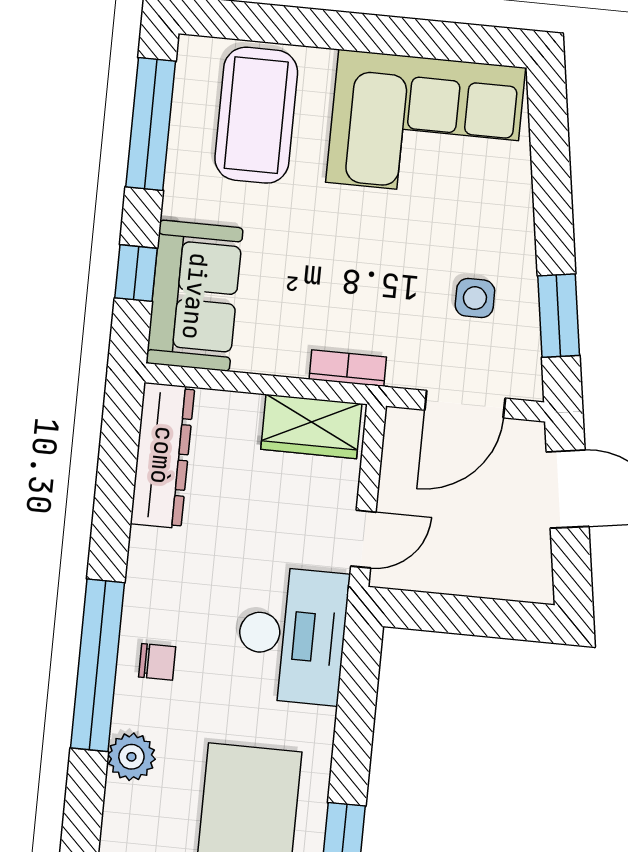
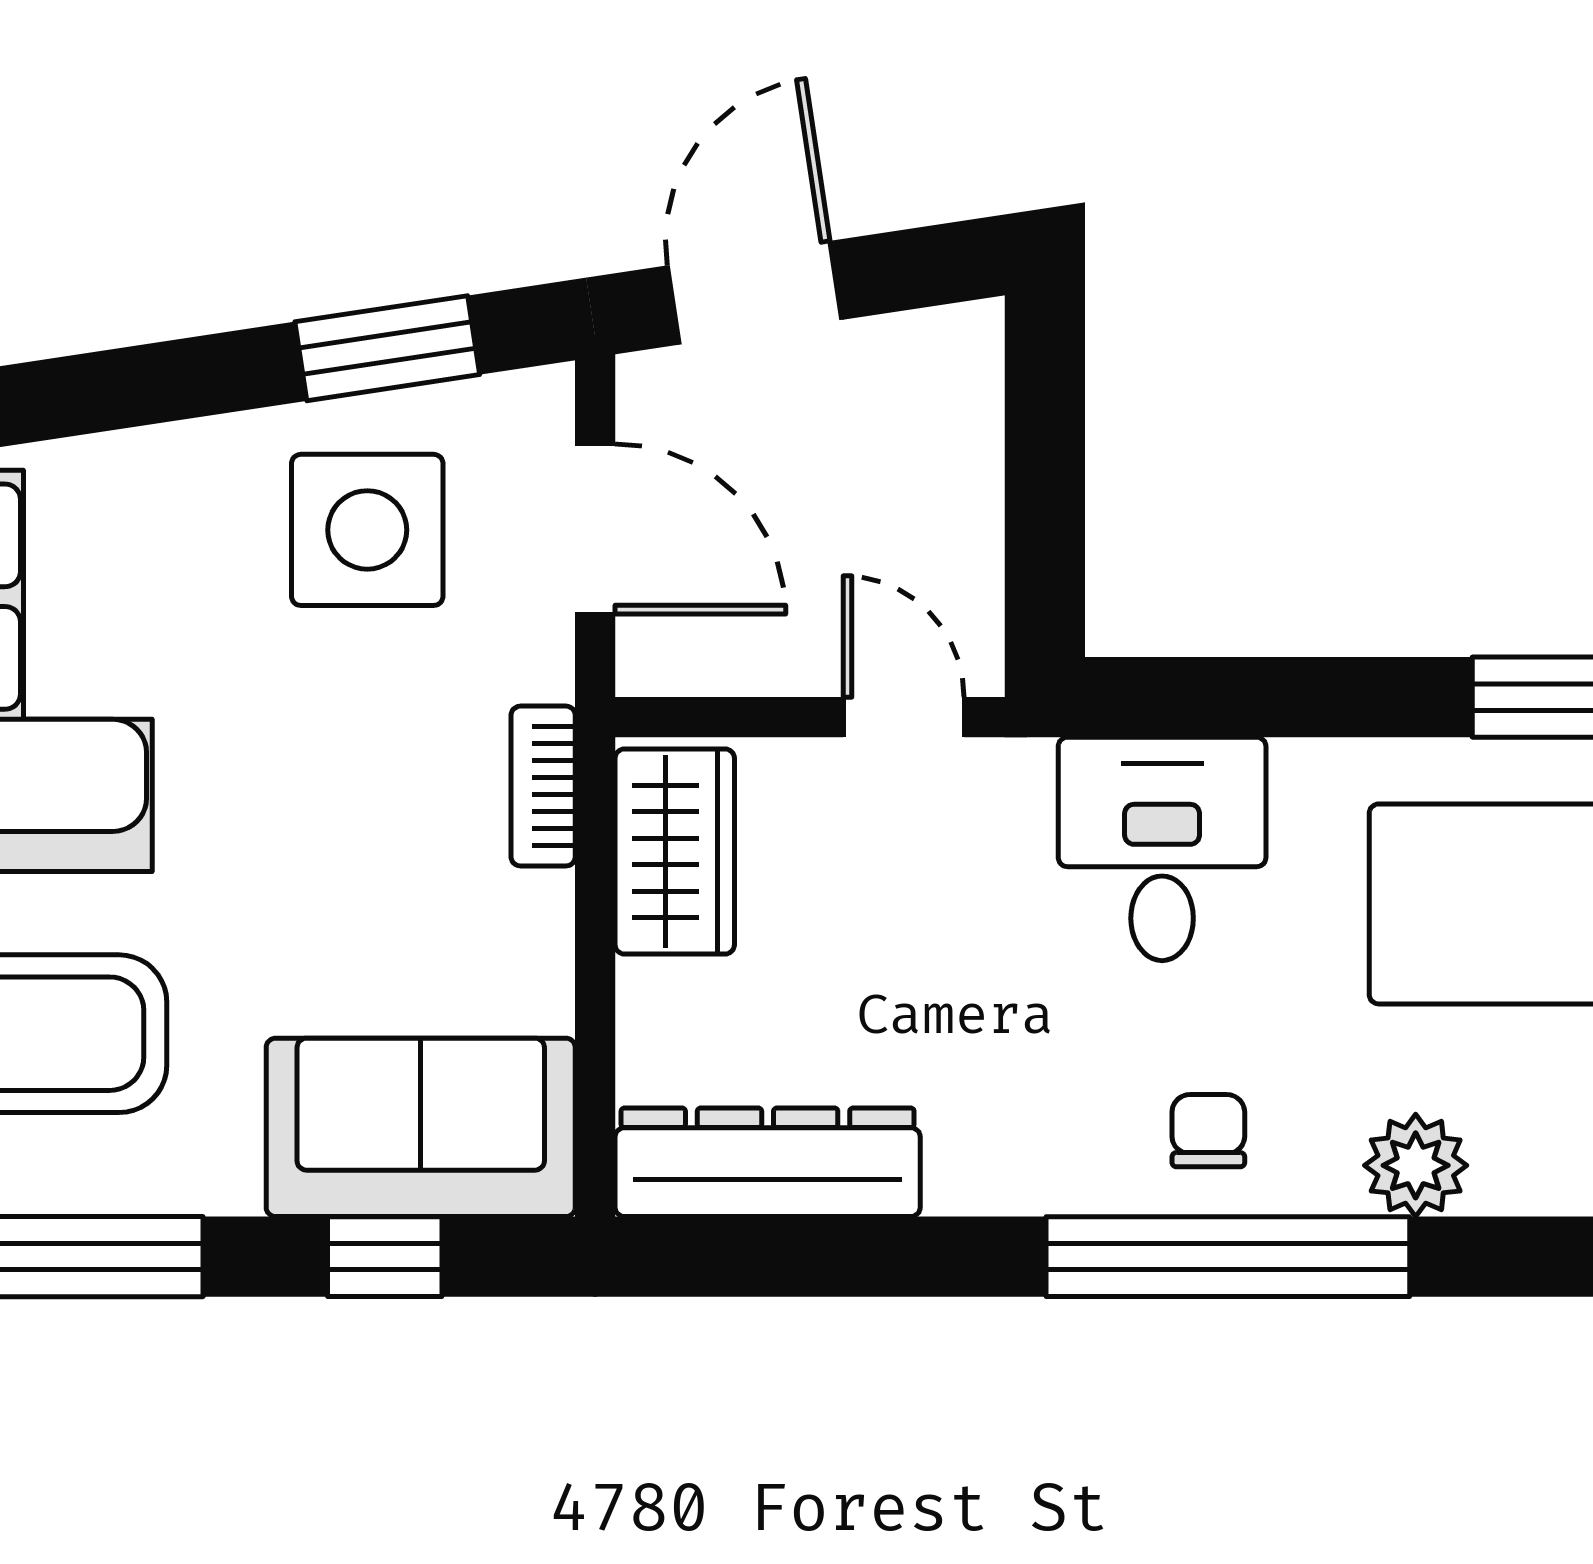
side table: (475, 298) -> (367, 530), width x1.87, depth x1.87
desk: (292, 635) -> (1162, 849), width x0.73

